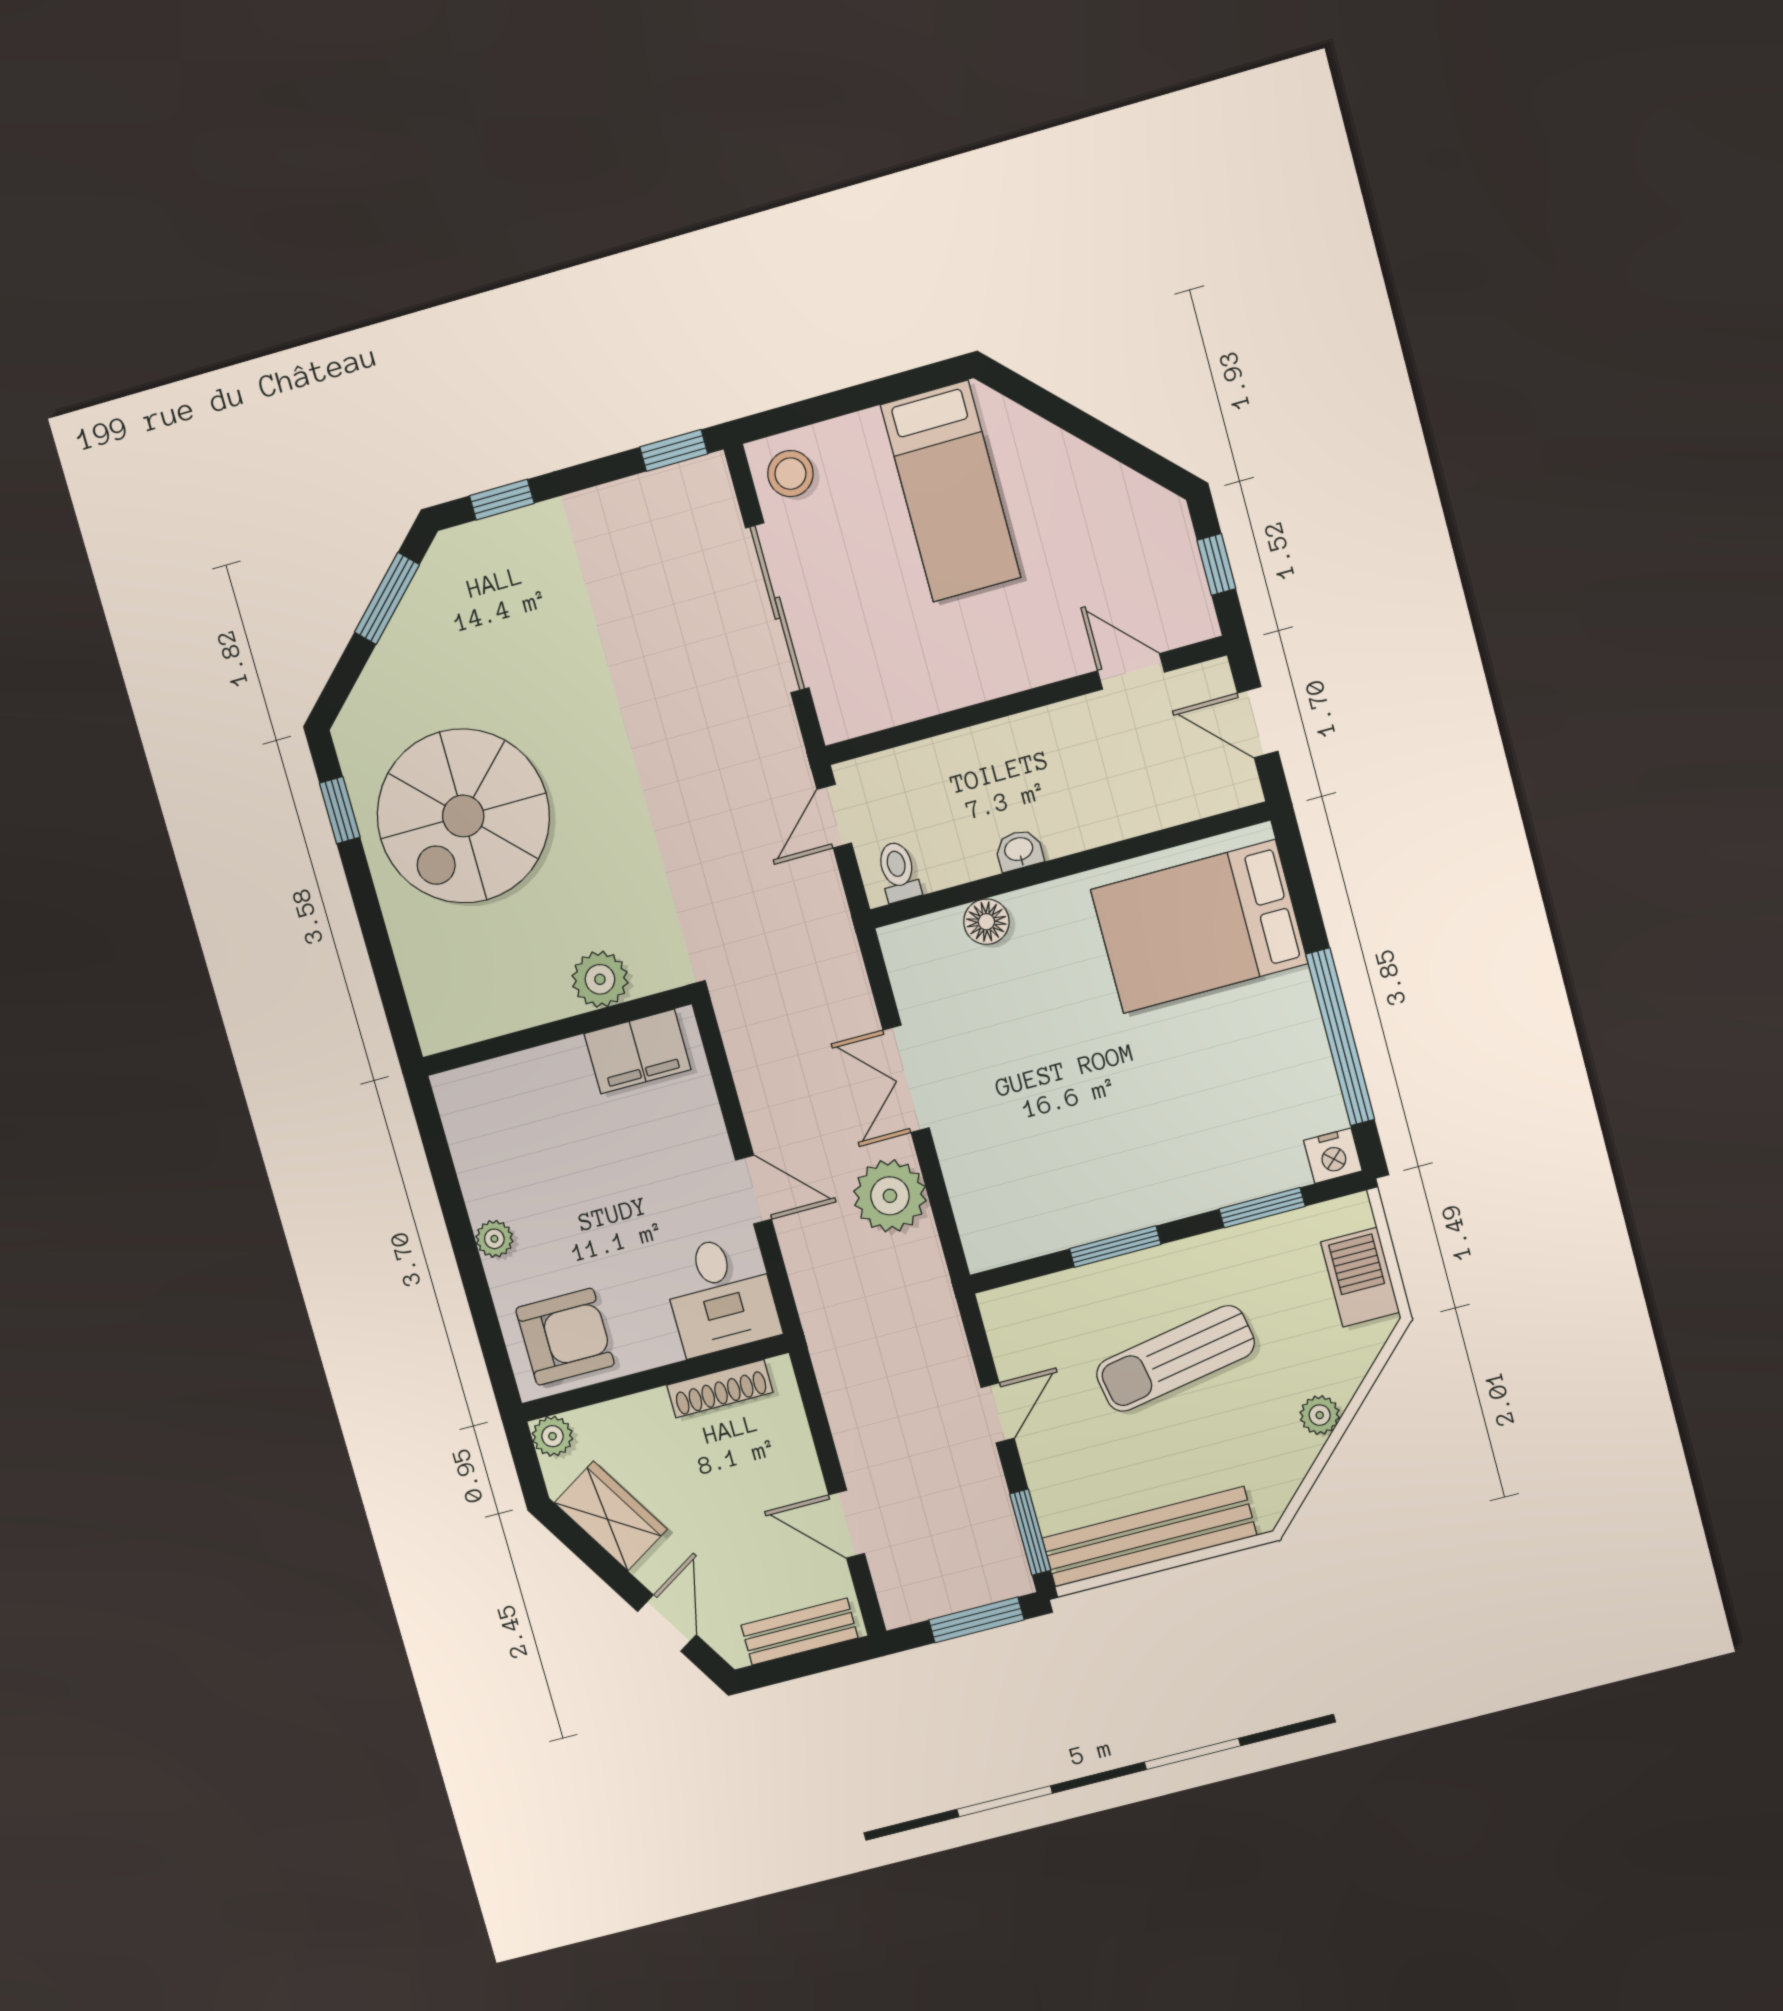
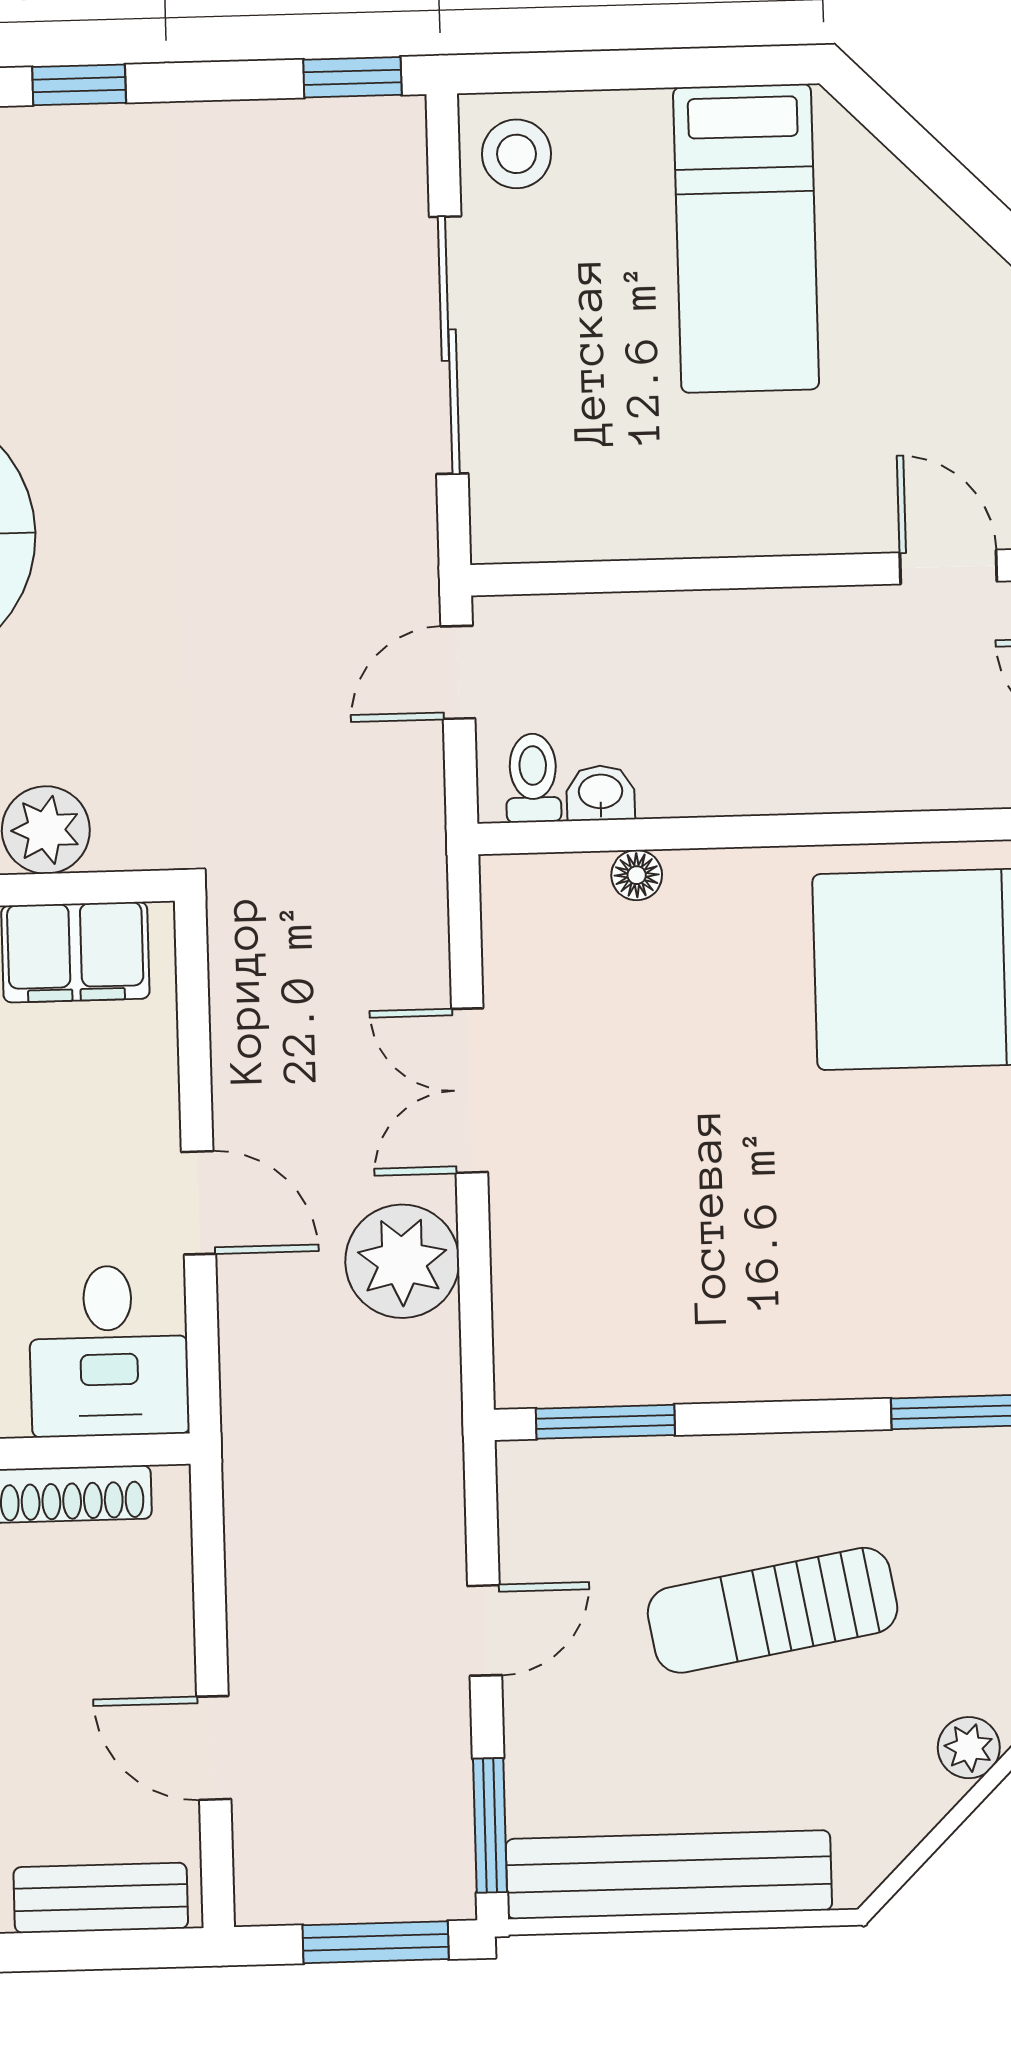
washbasin: (1019, 850) -> (601, 793), moved
floor lamp: (986, 922) -> (637, 875), width x0.73, depth x0.73
window: (1115, 1246) -> (605, 1422), moved

